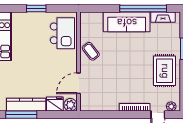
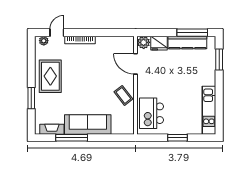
window: (143, 9) -> (72, 138), width x0.68
door: (79, 83) -> (136, 64), swing flipped

